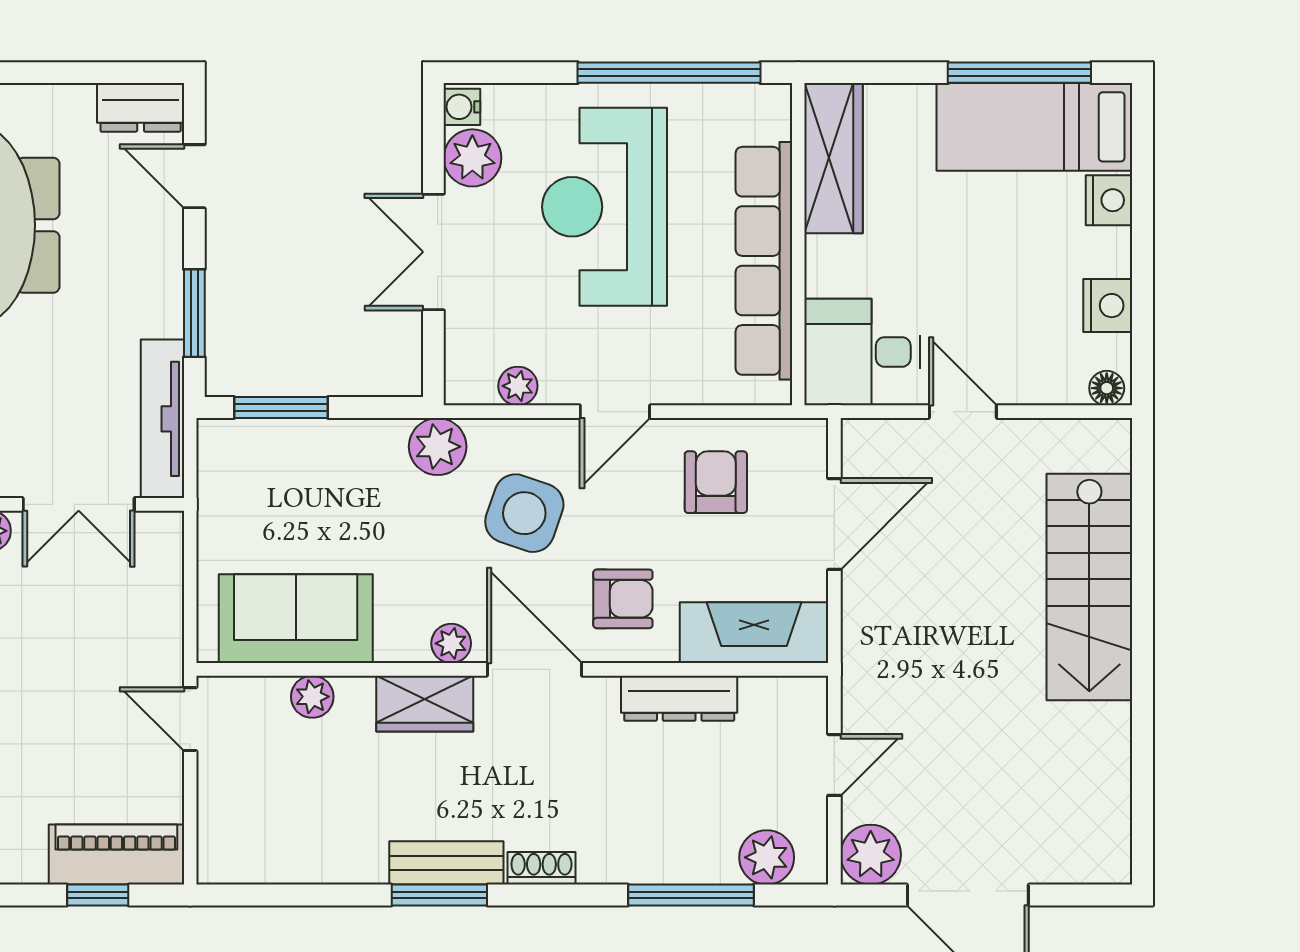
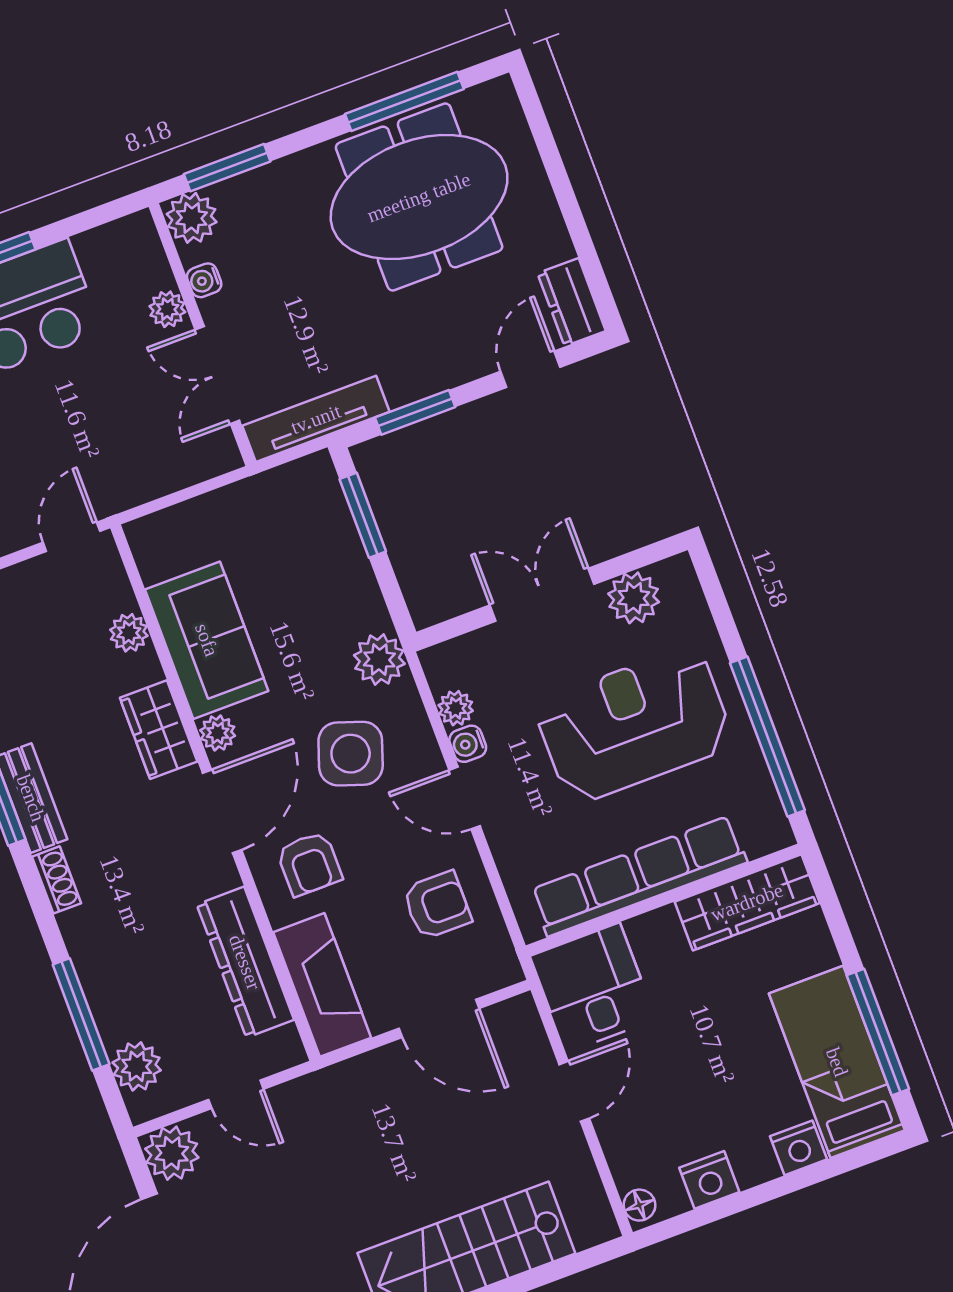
water cooler: (462, 107) -> (468, 744), moved, turned -90
sofa: (296, 619) -> (207, 640), moved
dresser: (679, 698) -> (245, 962), width x1.37, depth x1.24

